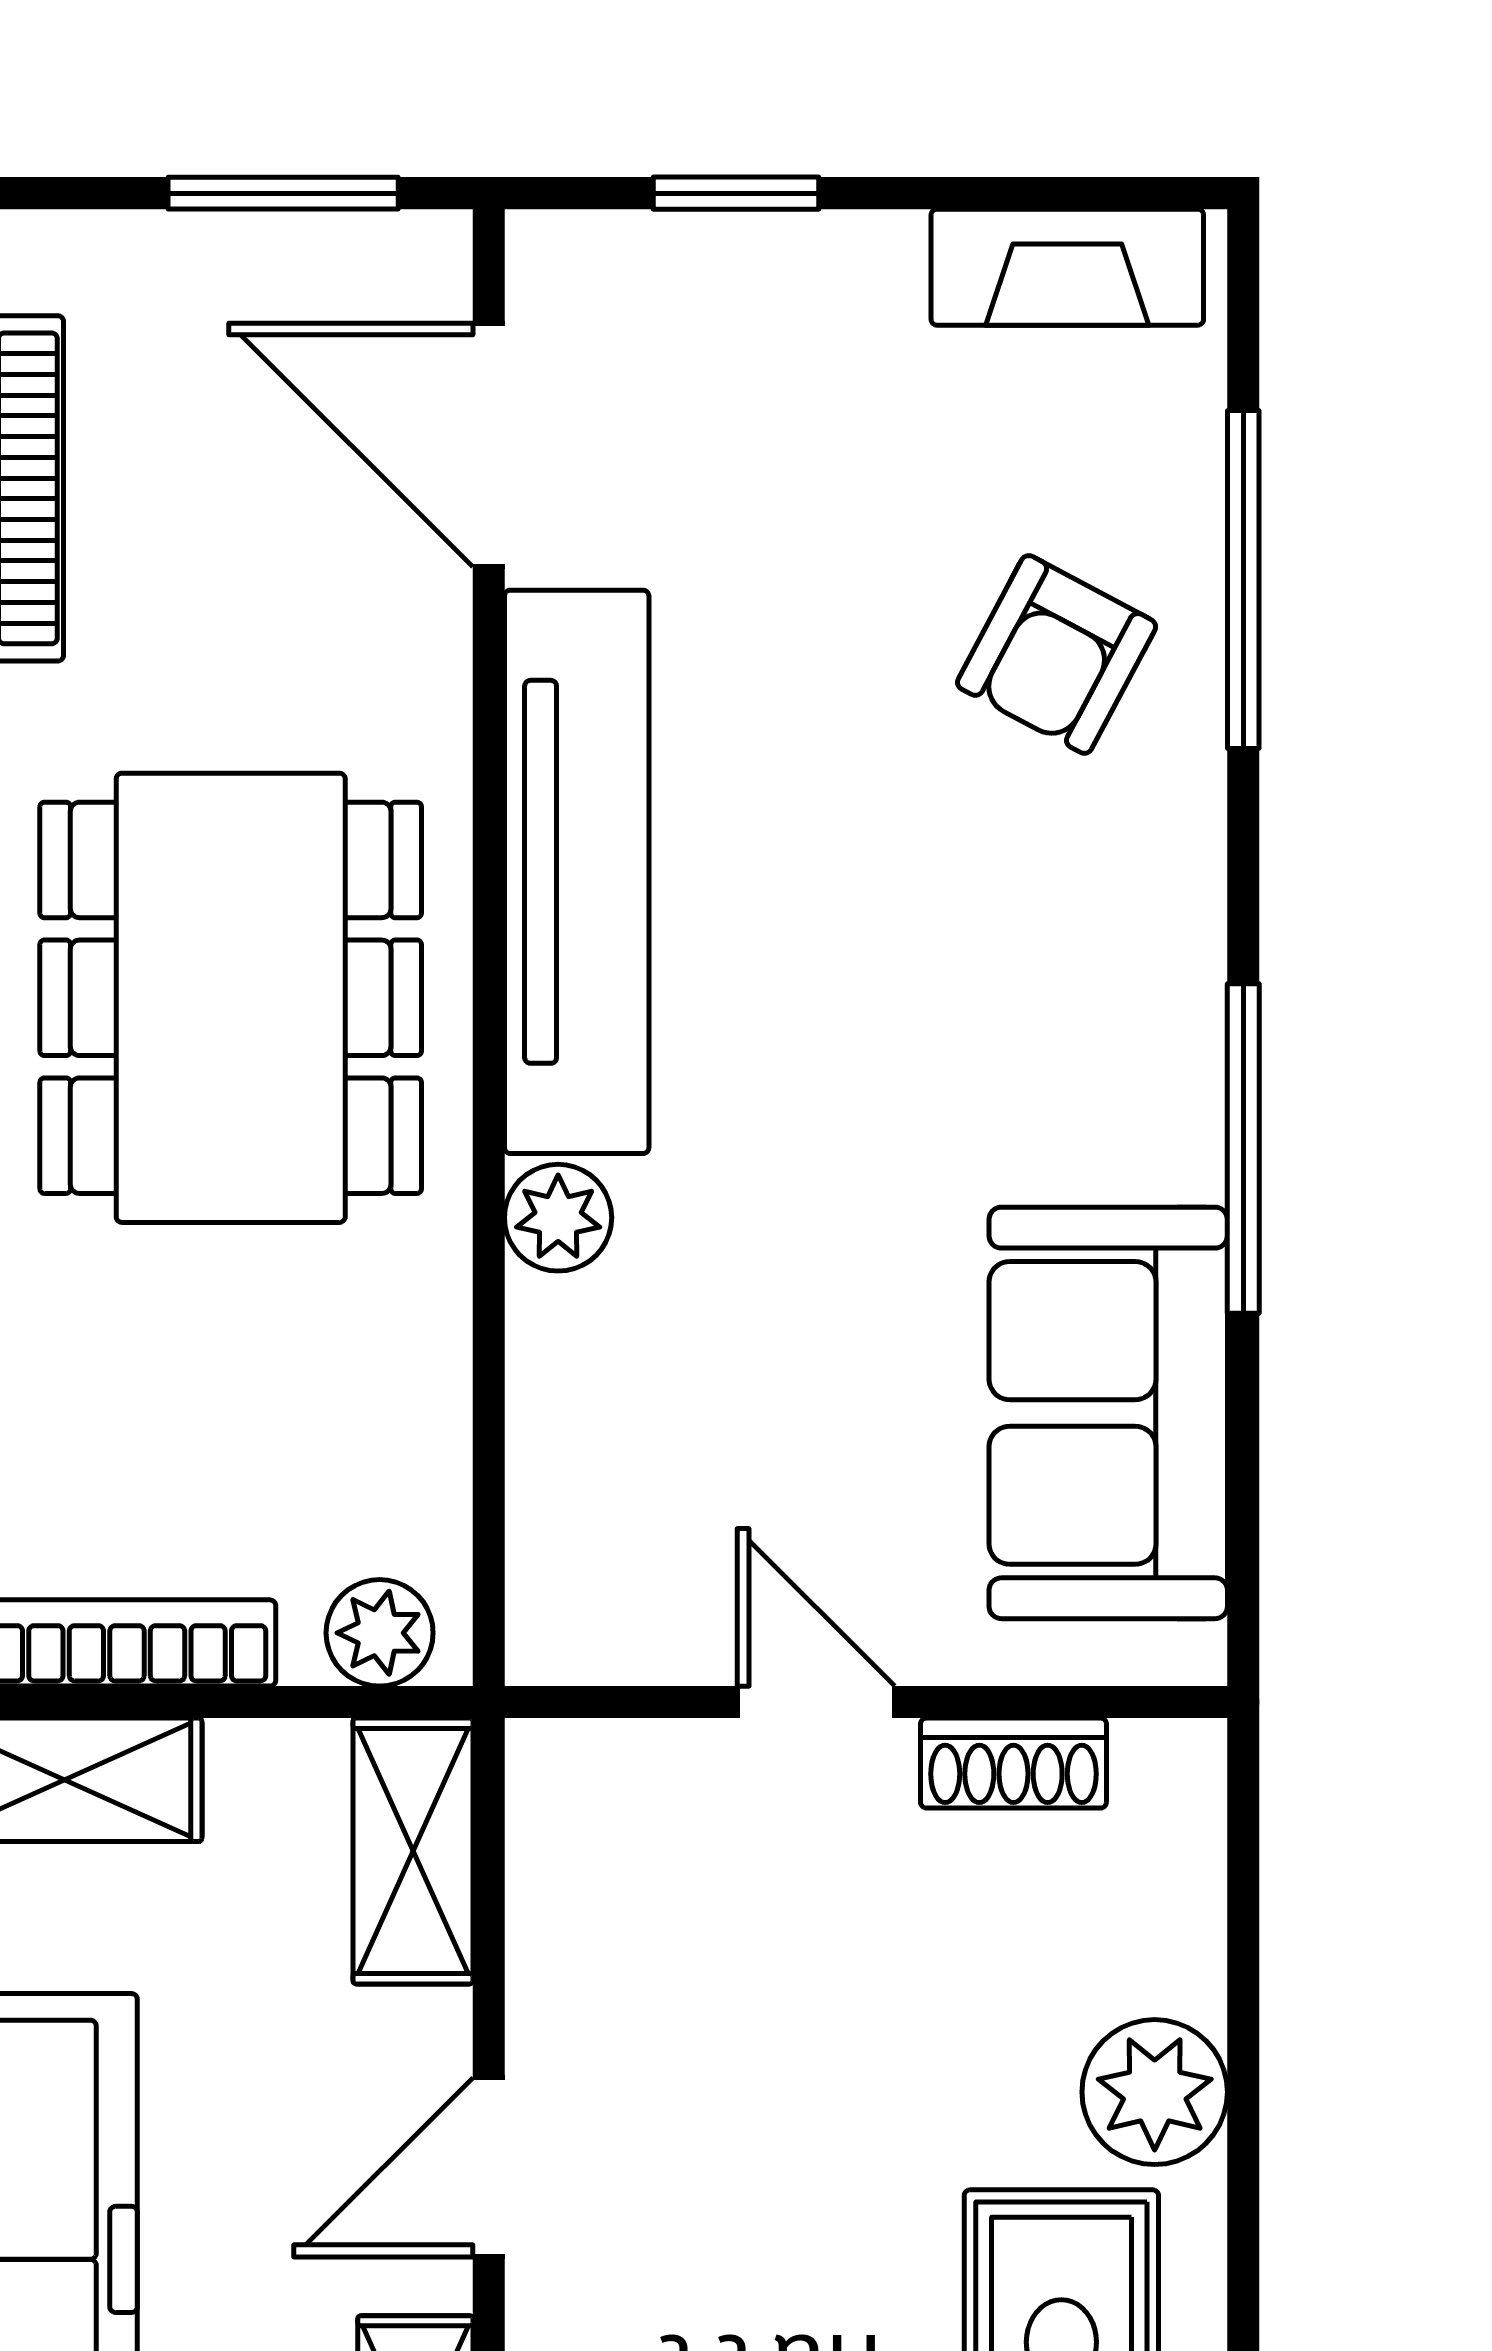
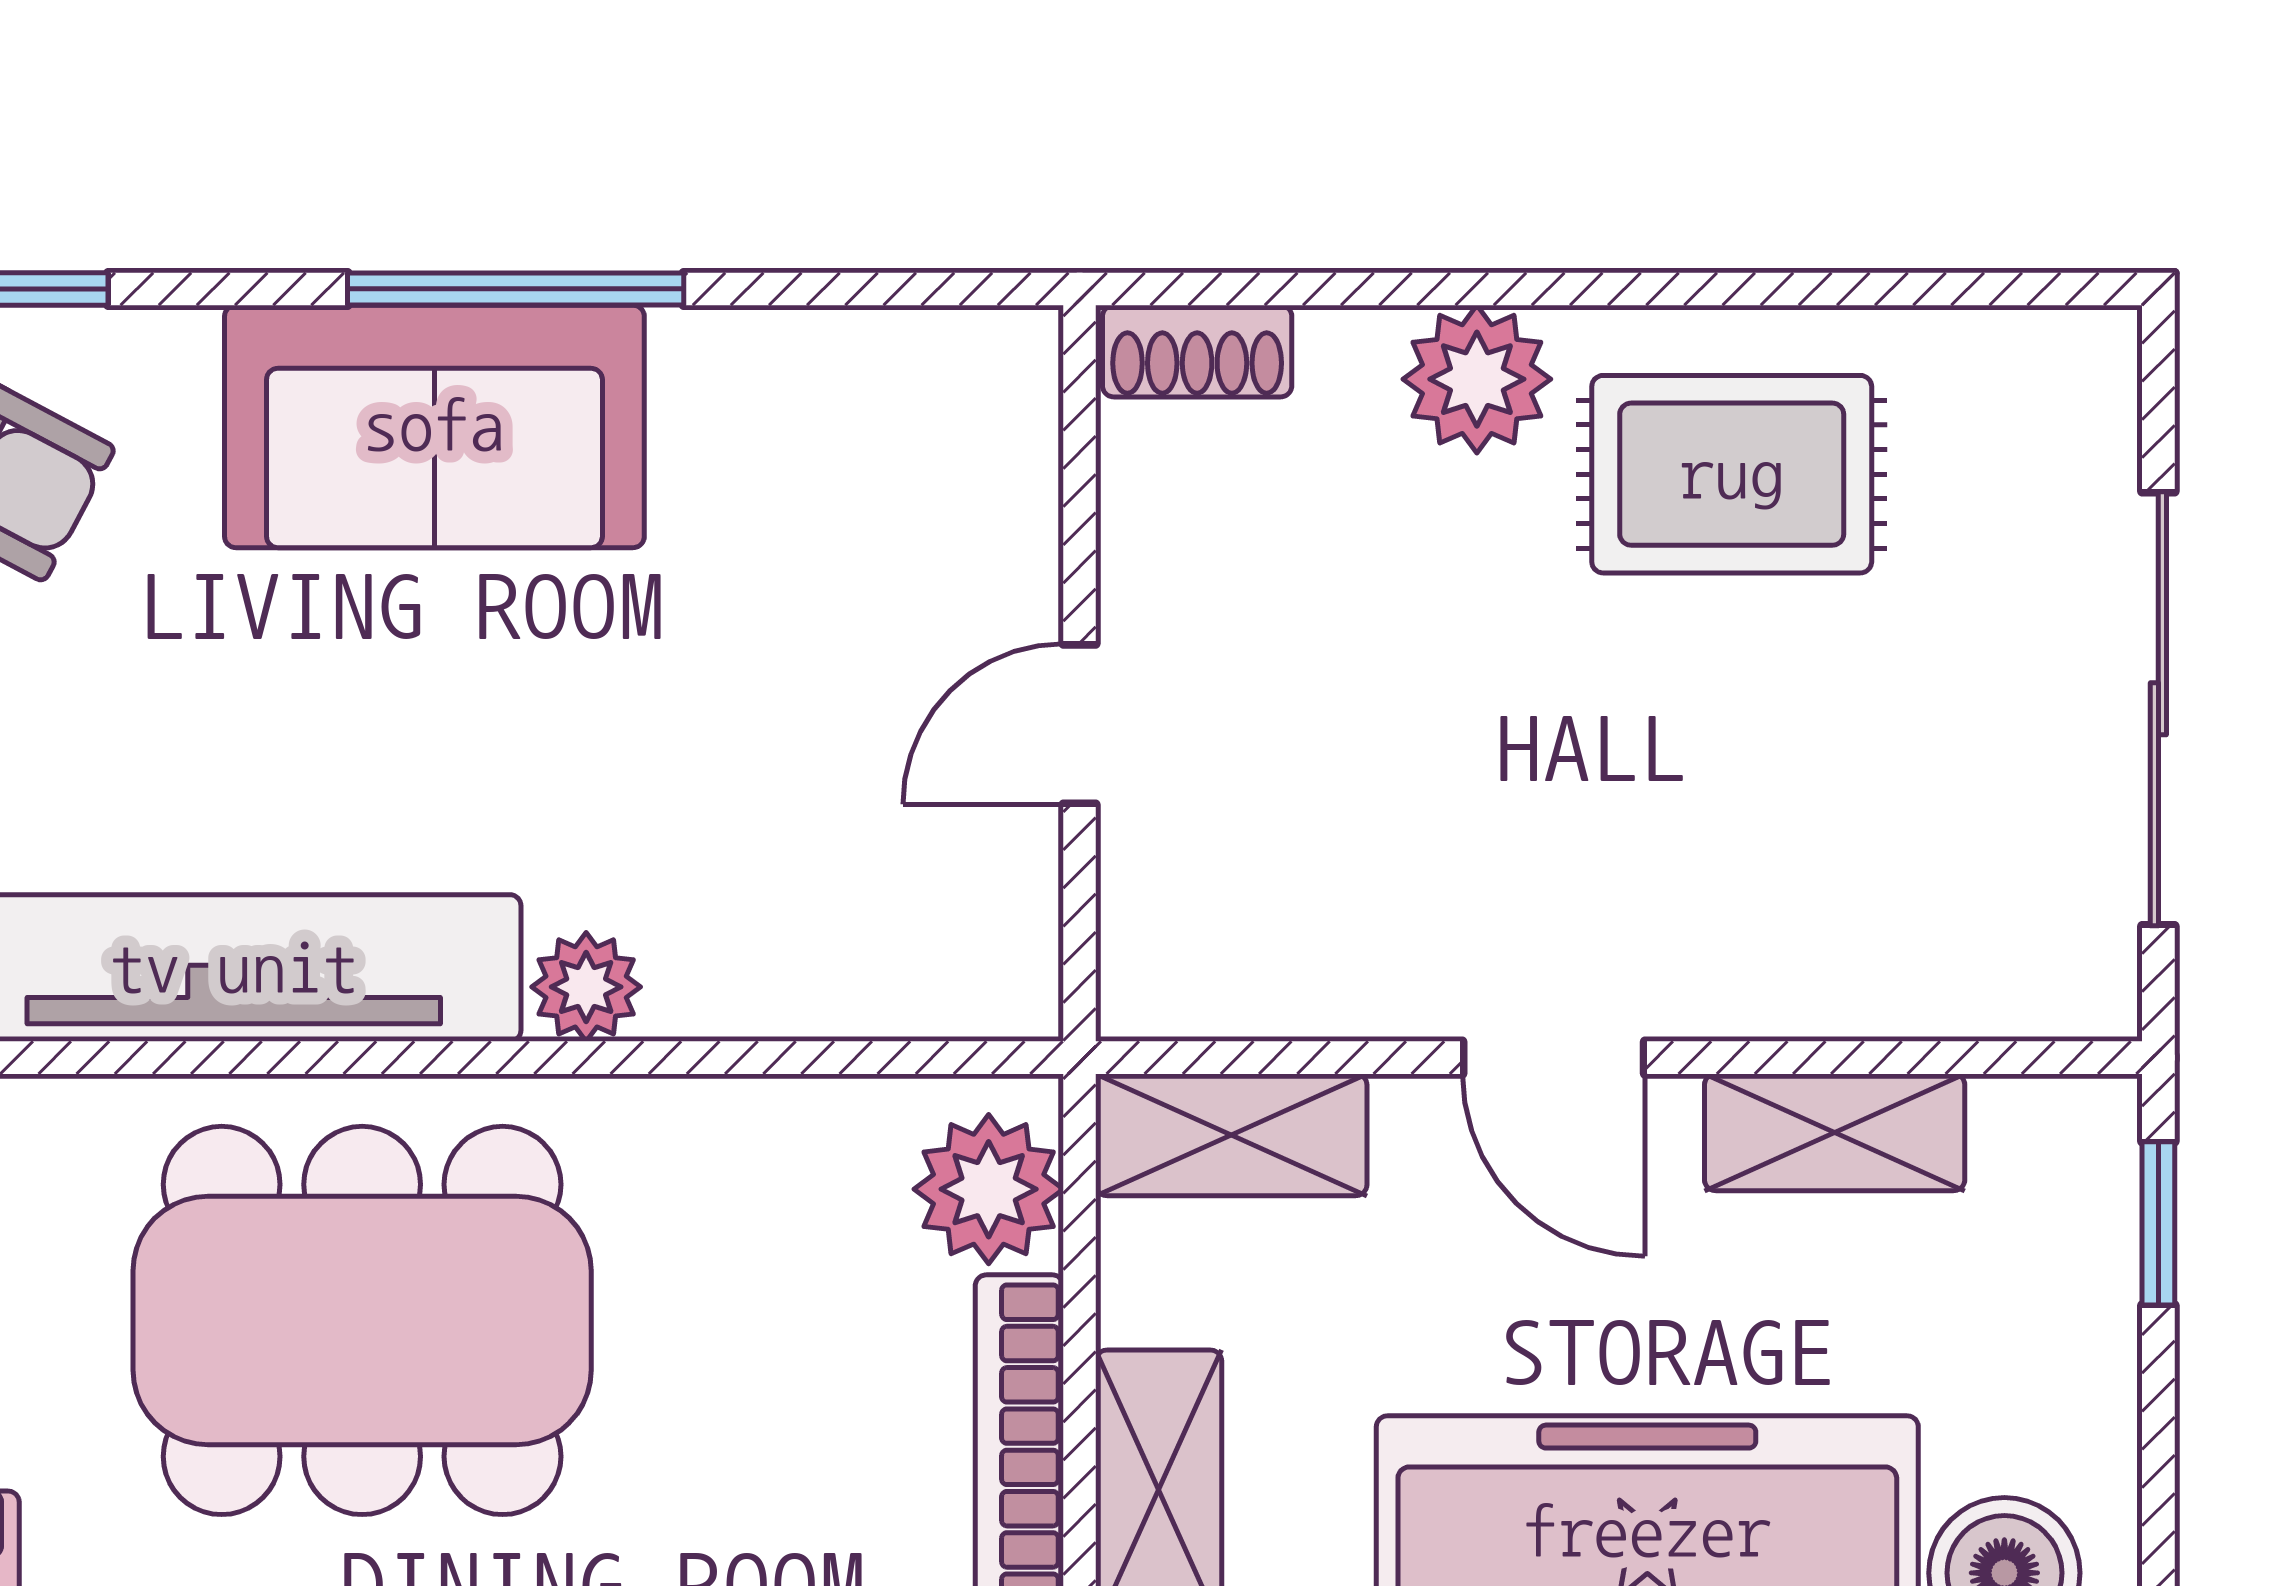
sofa: (1108, 1413) -> (434, 426), moved
plant: (380, 1633) -> (989, 1189), width x1.38, depth x1.38
shoe rack: (1013, 1763) -> (1197, 351), moved, turned 90

